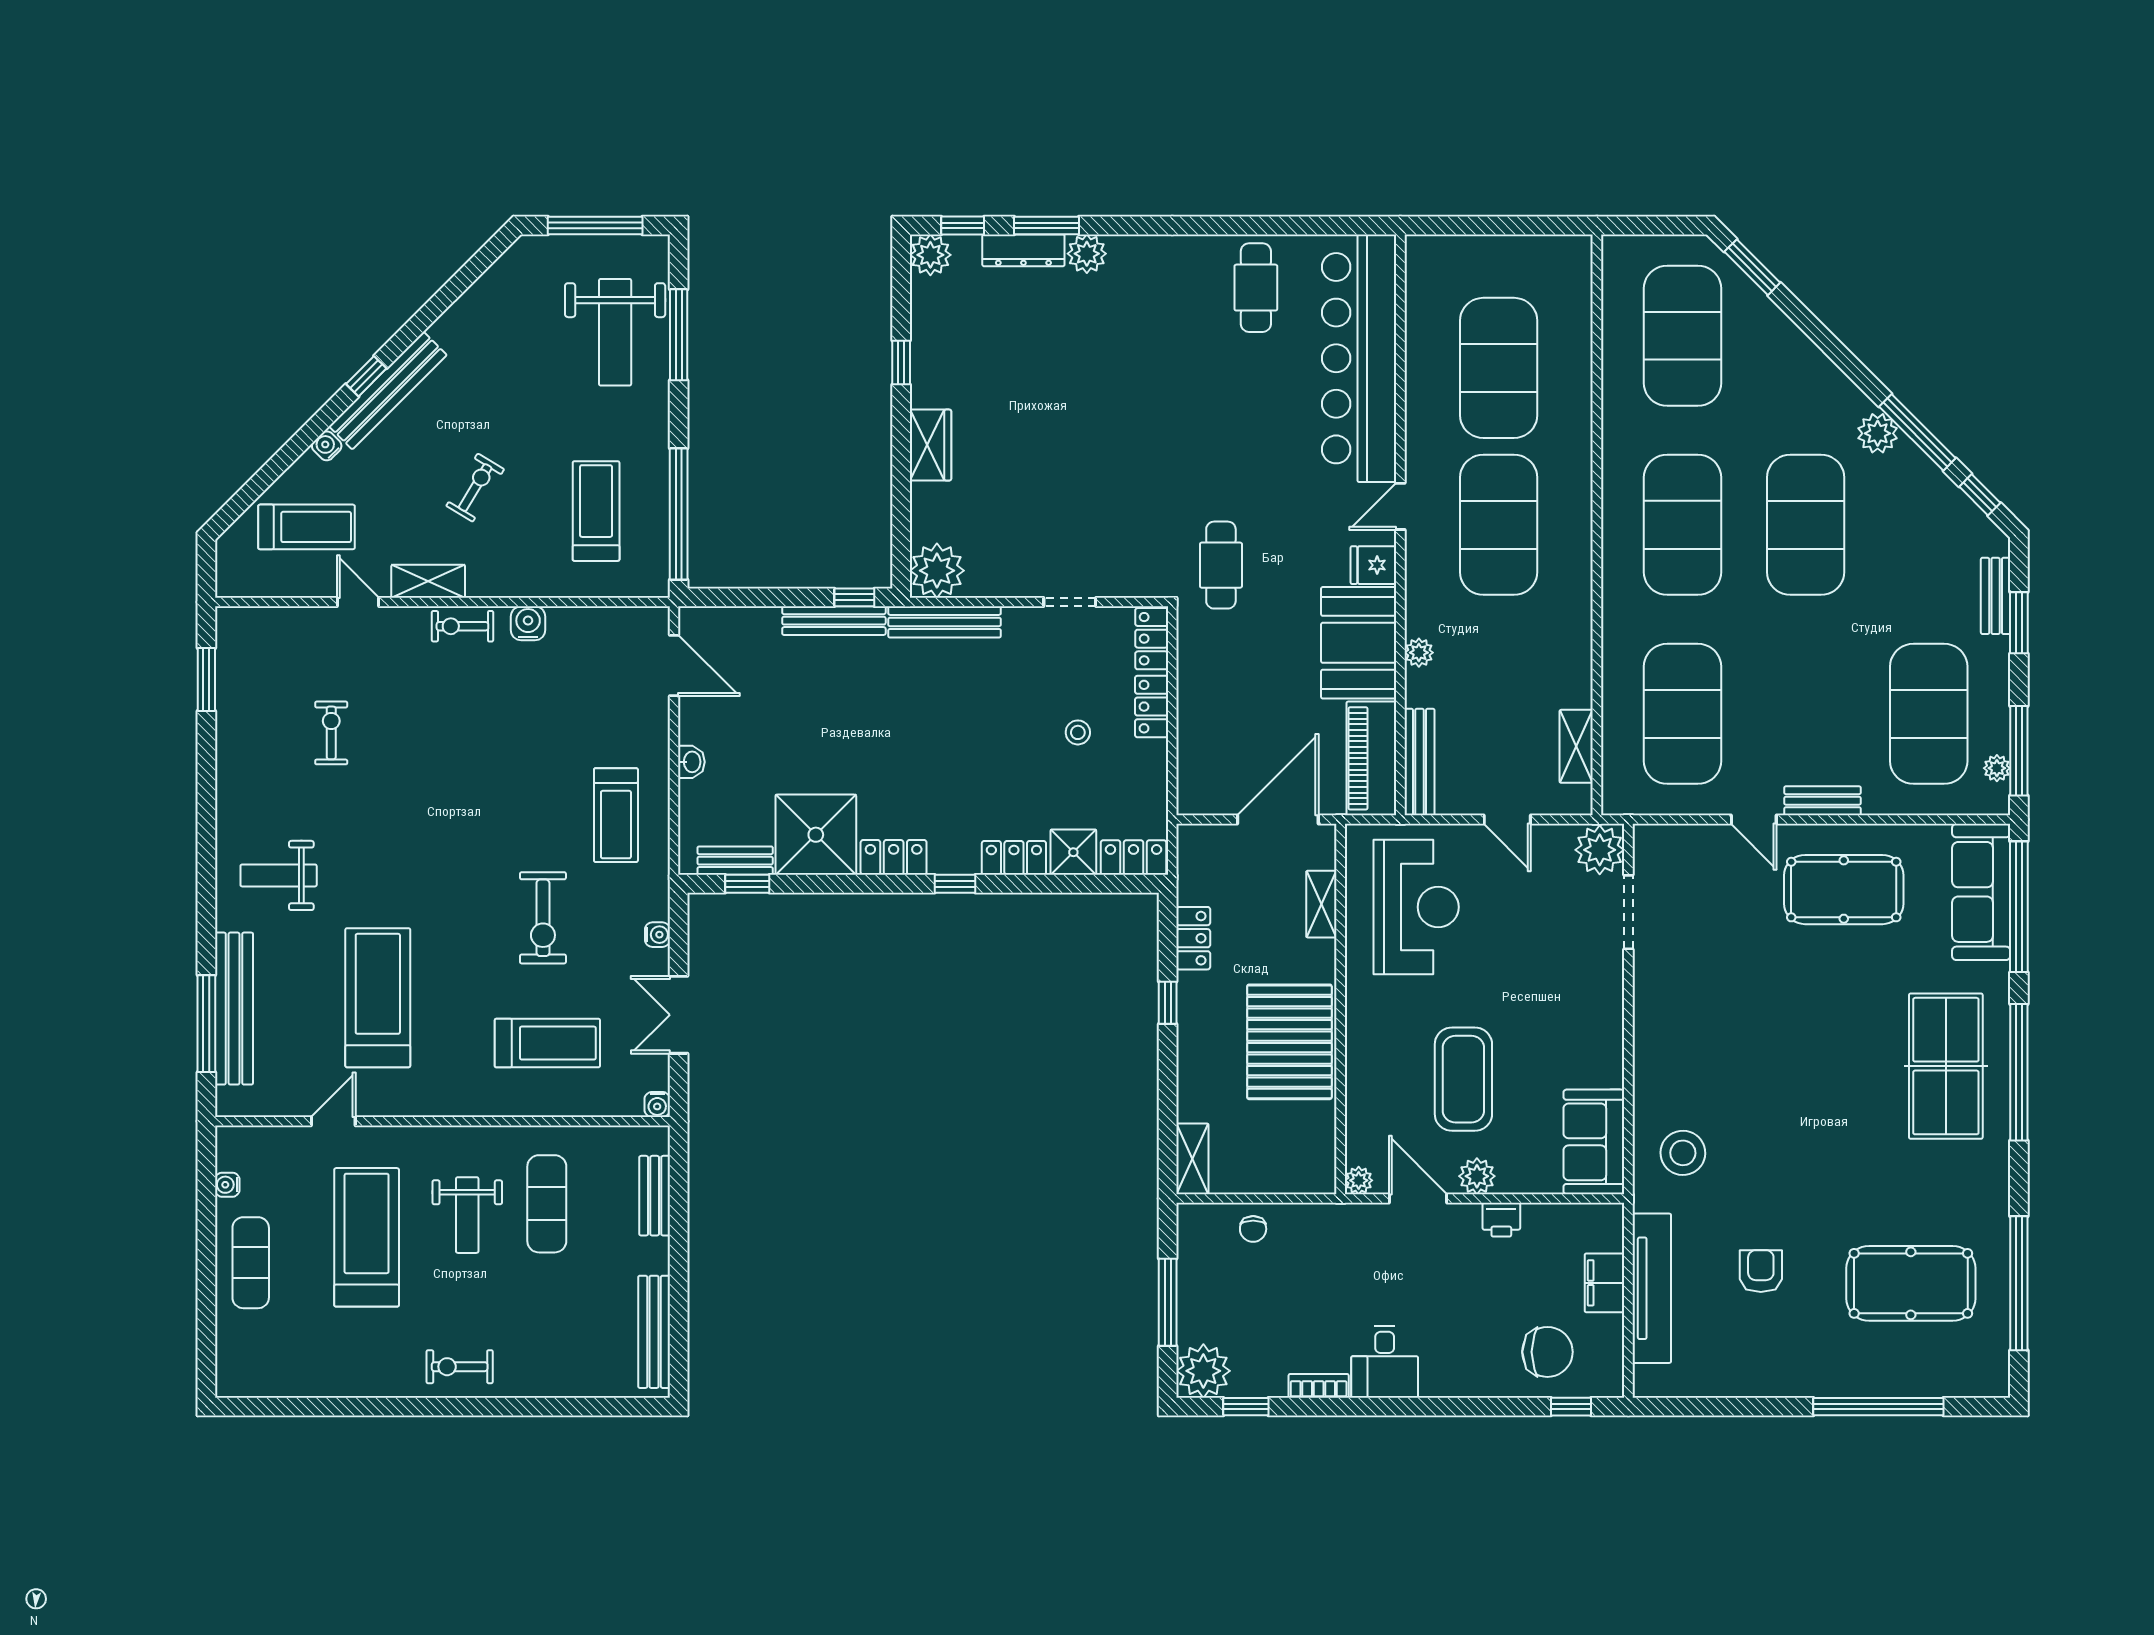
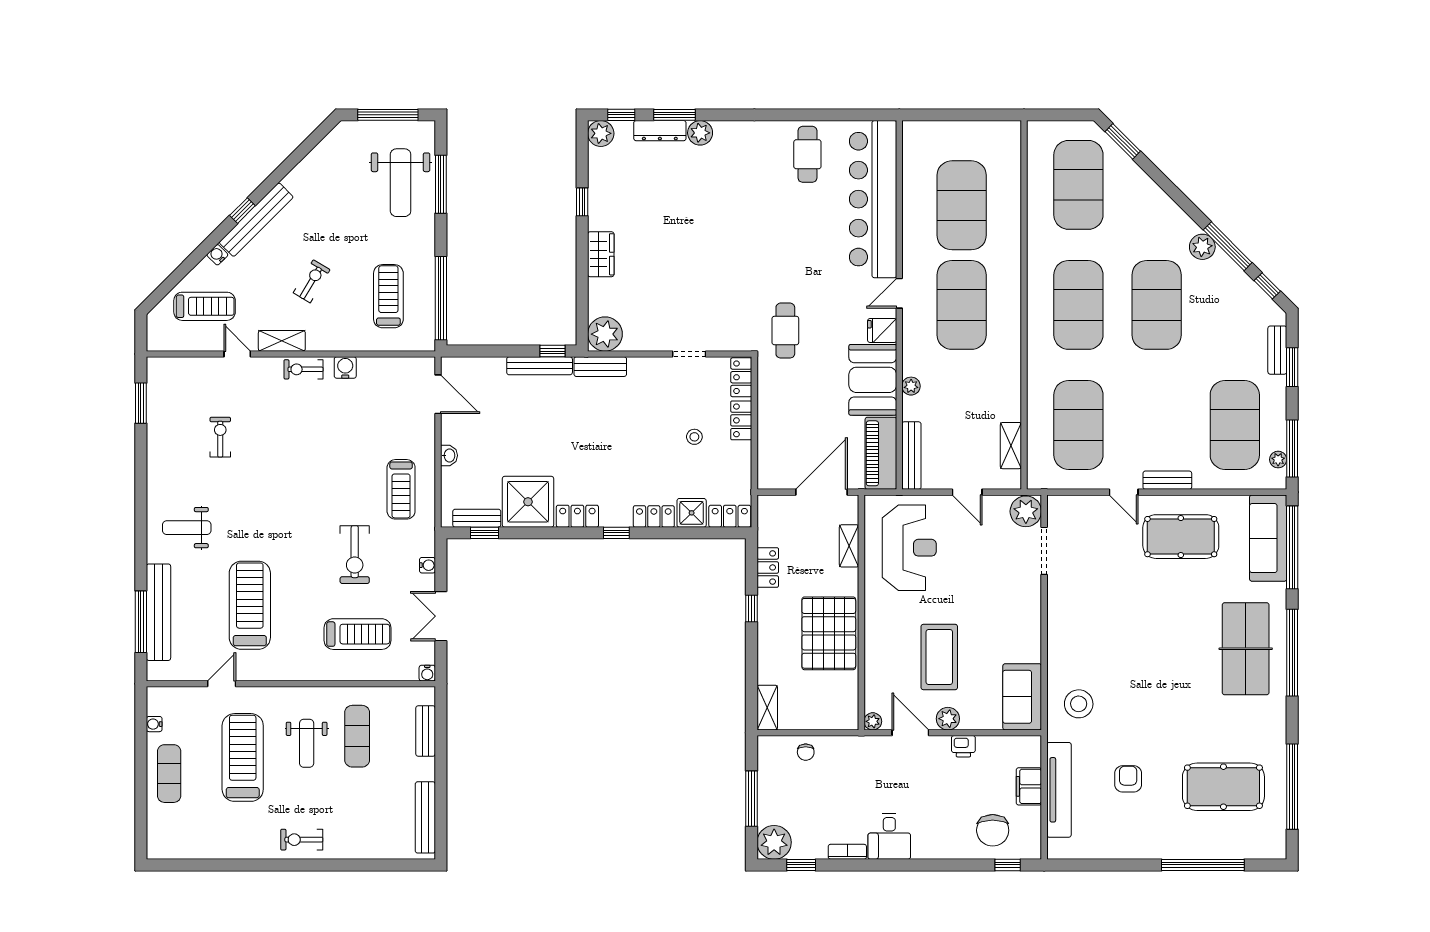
bench: (945, 622) -> (600, 367), width x0.73
chair: (1547, 1352) -> (993, 830), turned 90

